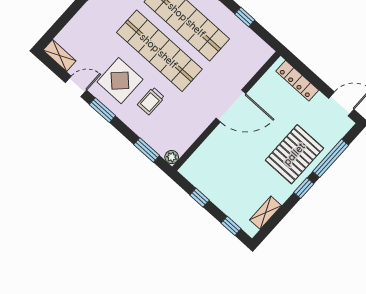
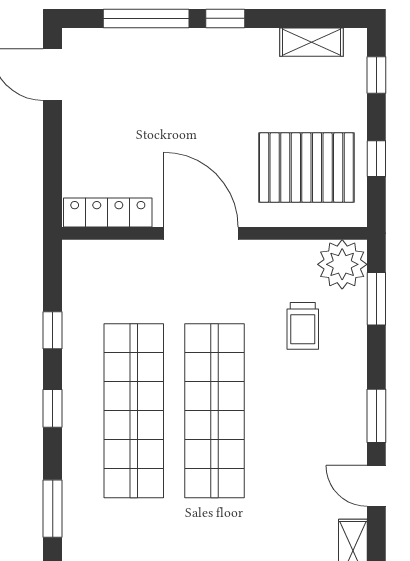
display table: (120, 81) -> (310, 429), removed
locker: (297, 81) -> (108, 212), moved, turned -90
trolley: (151, 101) -> (303, 326), moved, turned 90
pallet: (294, 154) -> (306, 168), moved
plant: (172, 157) -> (342, 264), width x1.87, depth x1.87

